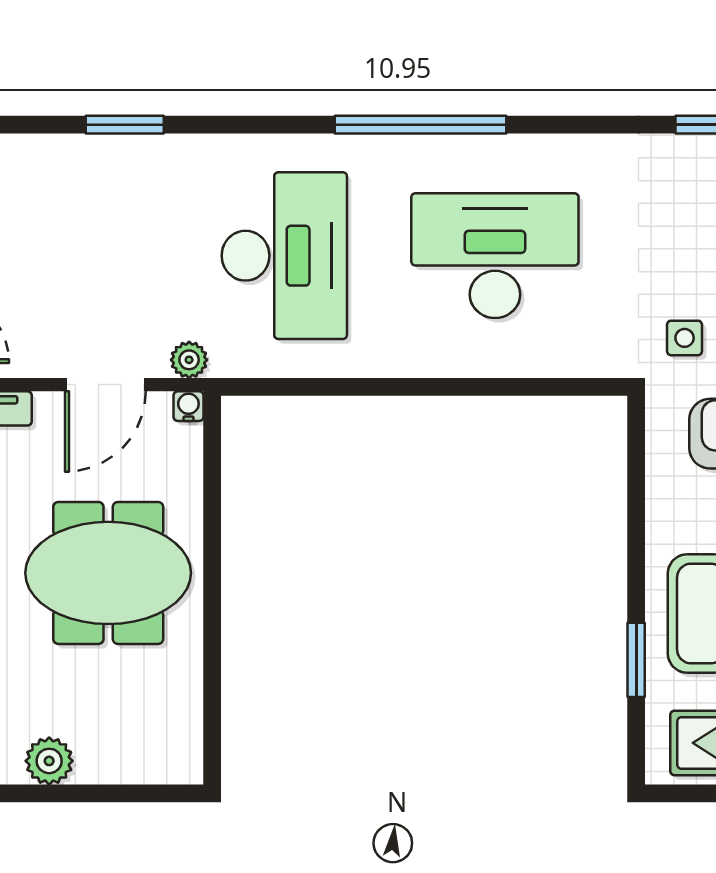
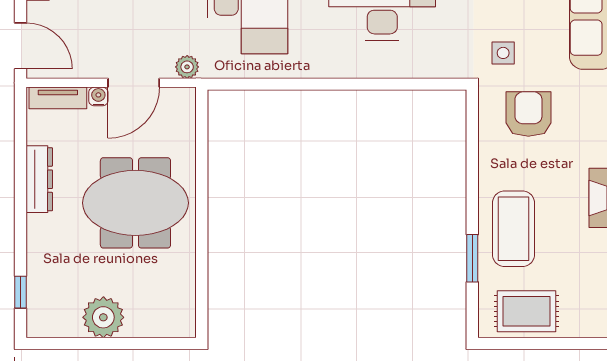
water cooler: (188, 406) -> (98, 96), moved
plant: (49, 761) -> (103, 317), width x1.36, depth x1.36

